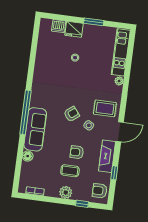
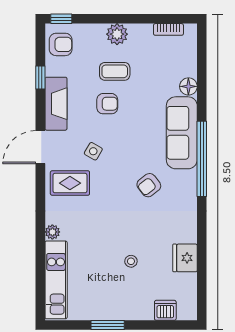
fridge: (74, 29) -> (185, 258), moved, turned -90
armchair: (72, 114) -> (149, 185), moved
window: (82, 204) -> (61, 19), moved

